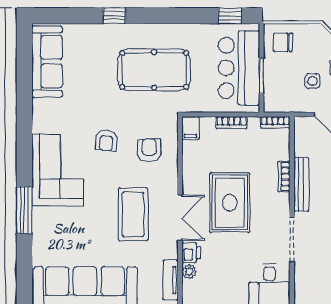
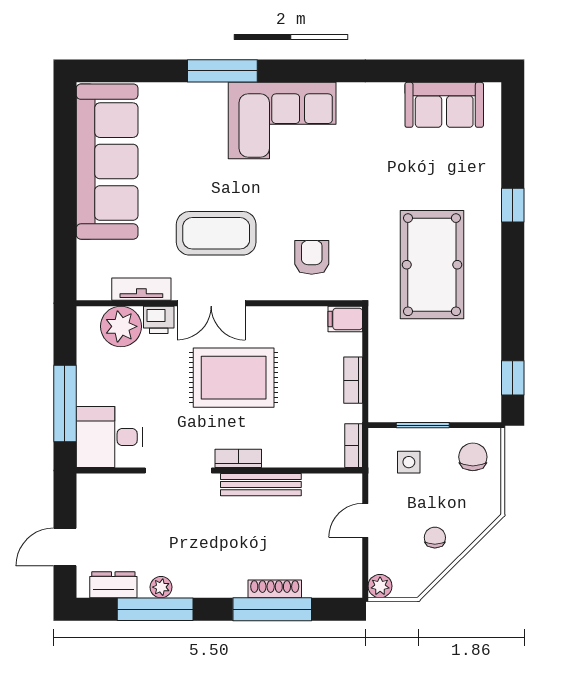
sofa: (47, 62) -> (444, 105), width x0.73
bar counter: (239, 68) -> (435, 391), removed
side table: (313, 81) -> (409, 462), moved
armchair: (106, 140) -> (327, 193), removed
armchair: (149, 150) -> (312, 257), turned -90
bookcase: (284, 177) -> (238, 458), moved
plant: (189, 272) -> (121, 326), width x1.88, depth x1.88
tv unit: (170, 280) -> (141, 289), moved

